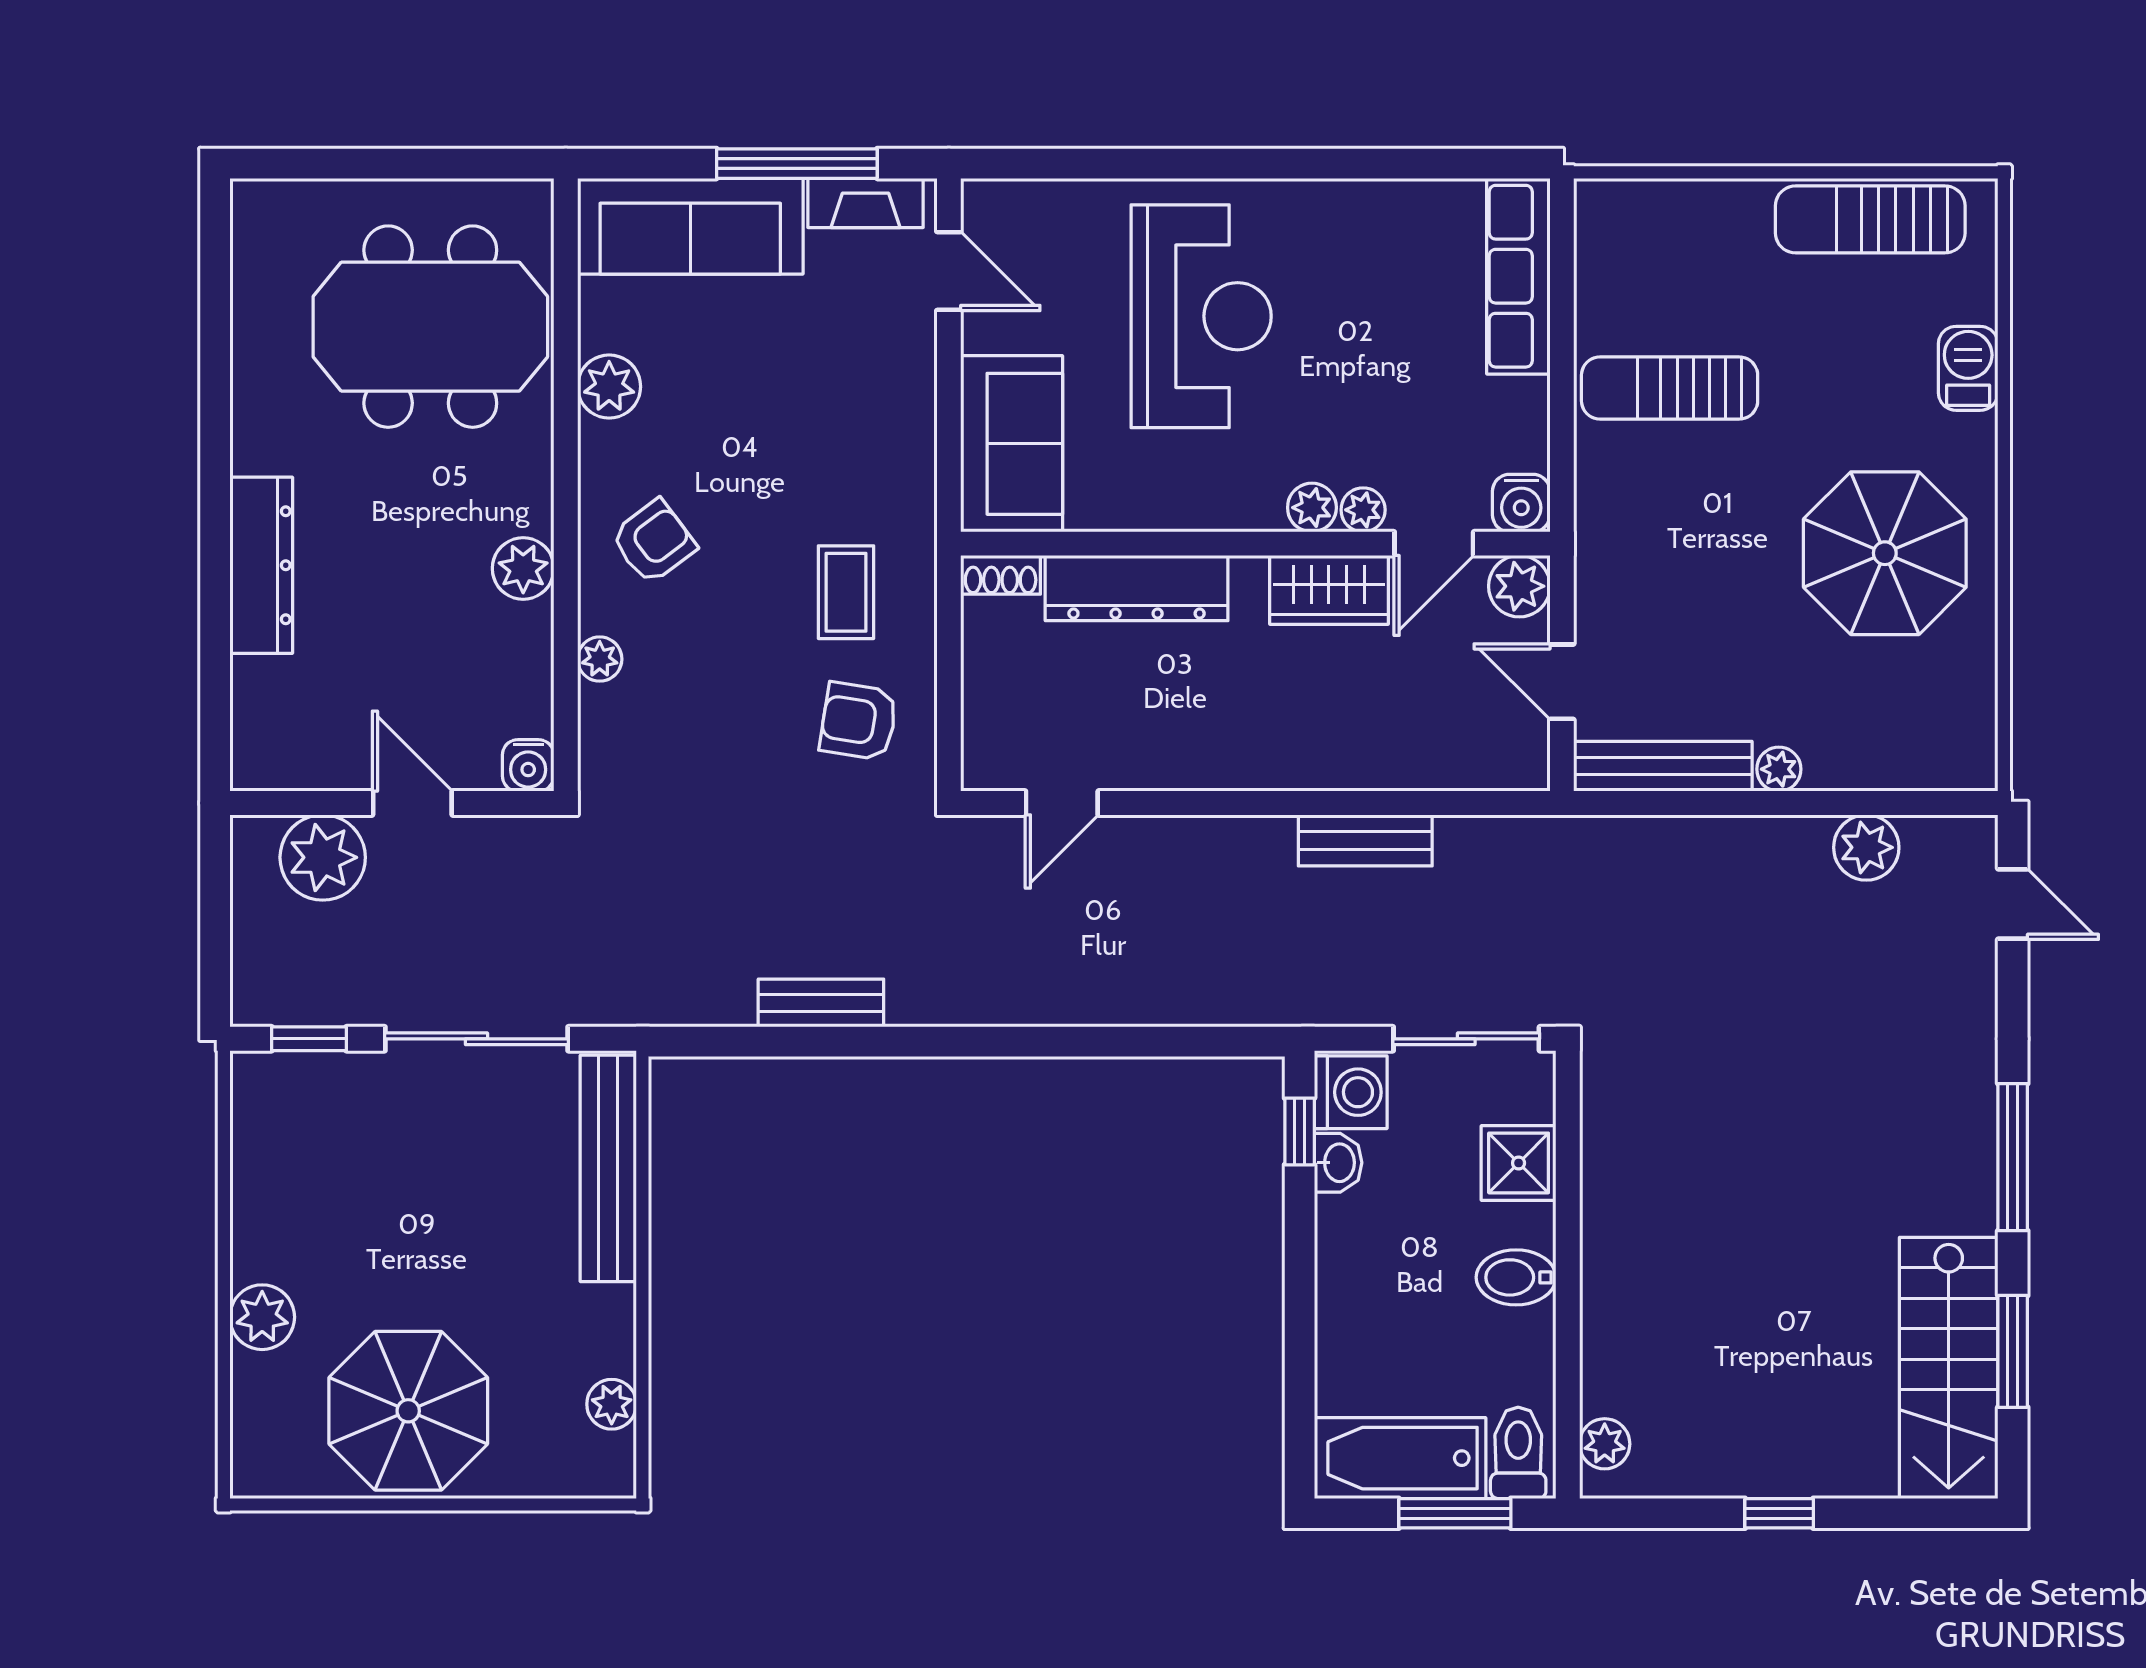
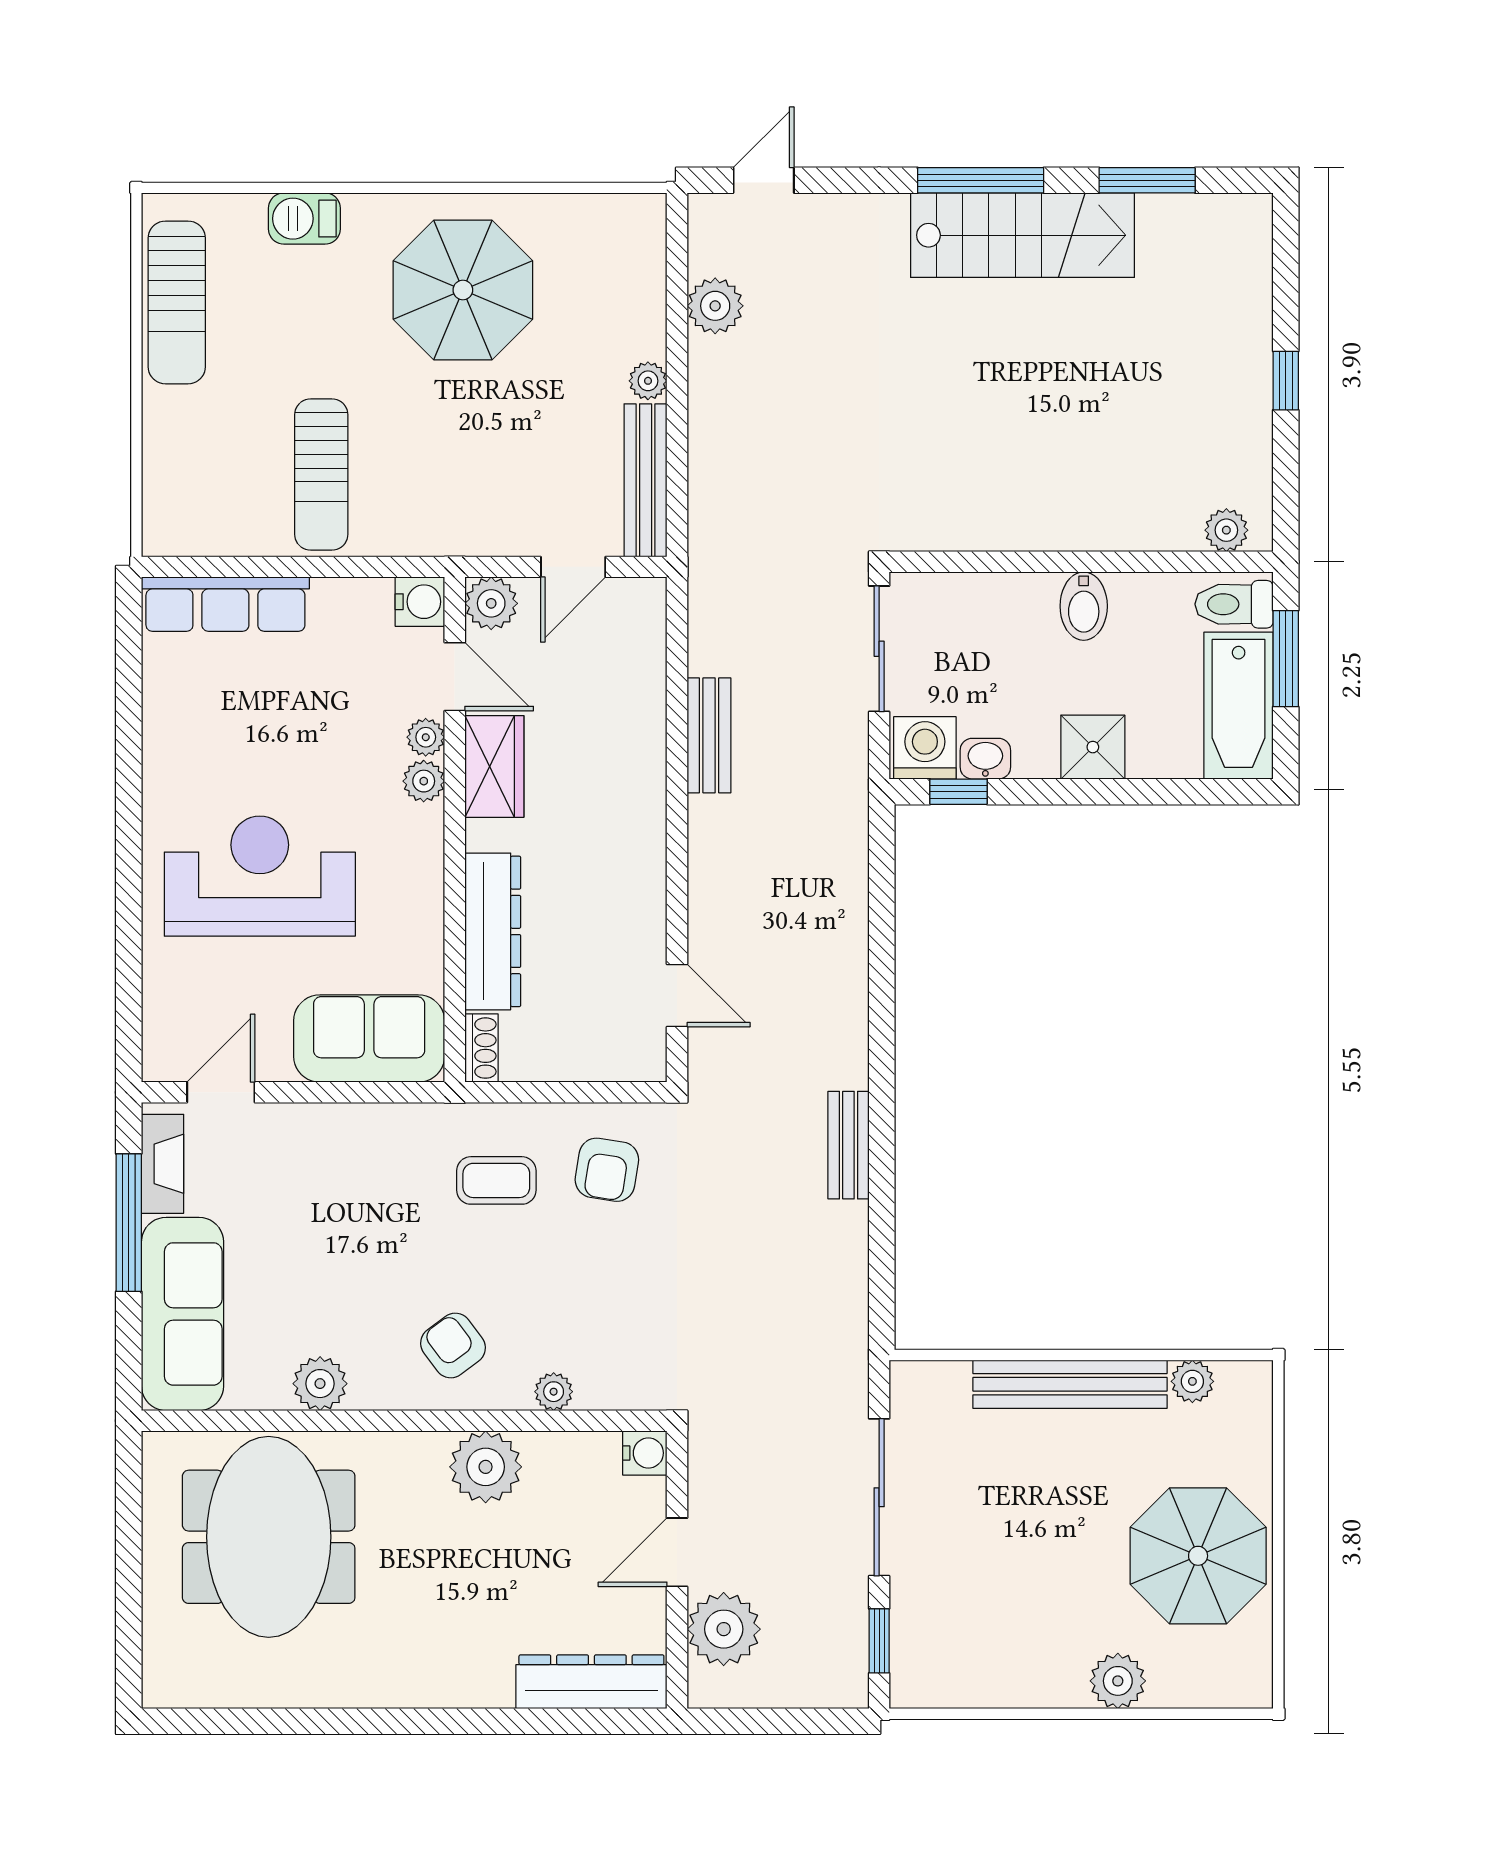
dresser: (261, 565) -> (591, 1682), moved
plant: (523, 568) -> (486, 1467), width x1.36, depth x1.36
bench: (821, 1003) -> (848, 1145), moved
shower: (1519, 1163) -> (1093, 747), moved
bench: (608, 1168) -> (1070, 1384), moved
stairs: (1949, 1368) -> (1023, 235), moved

